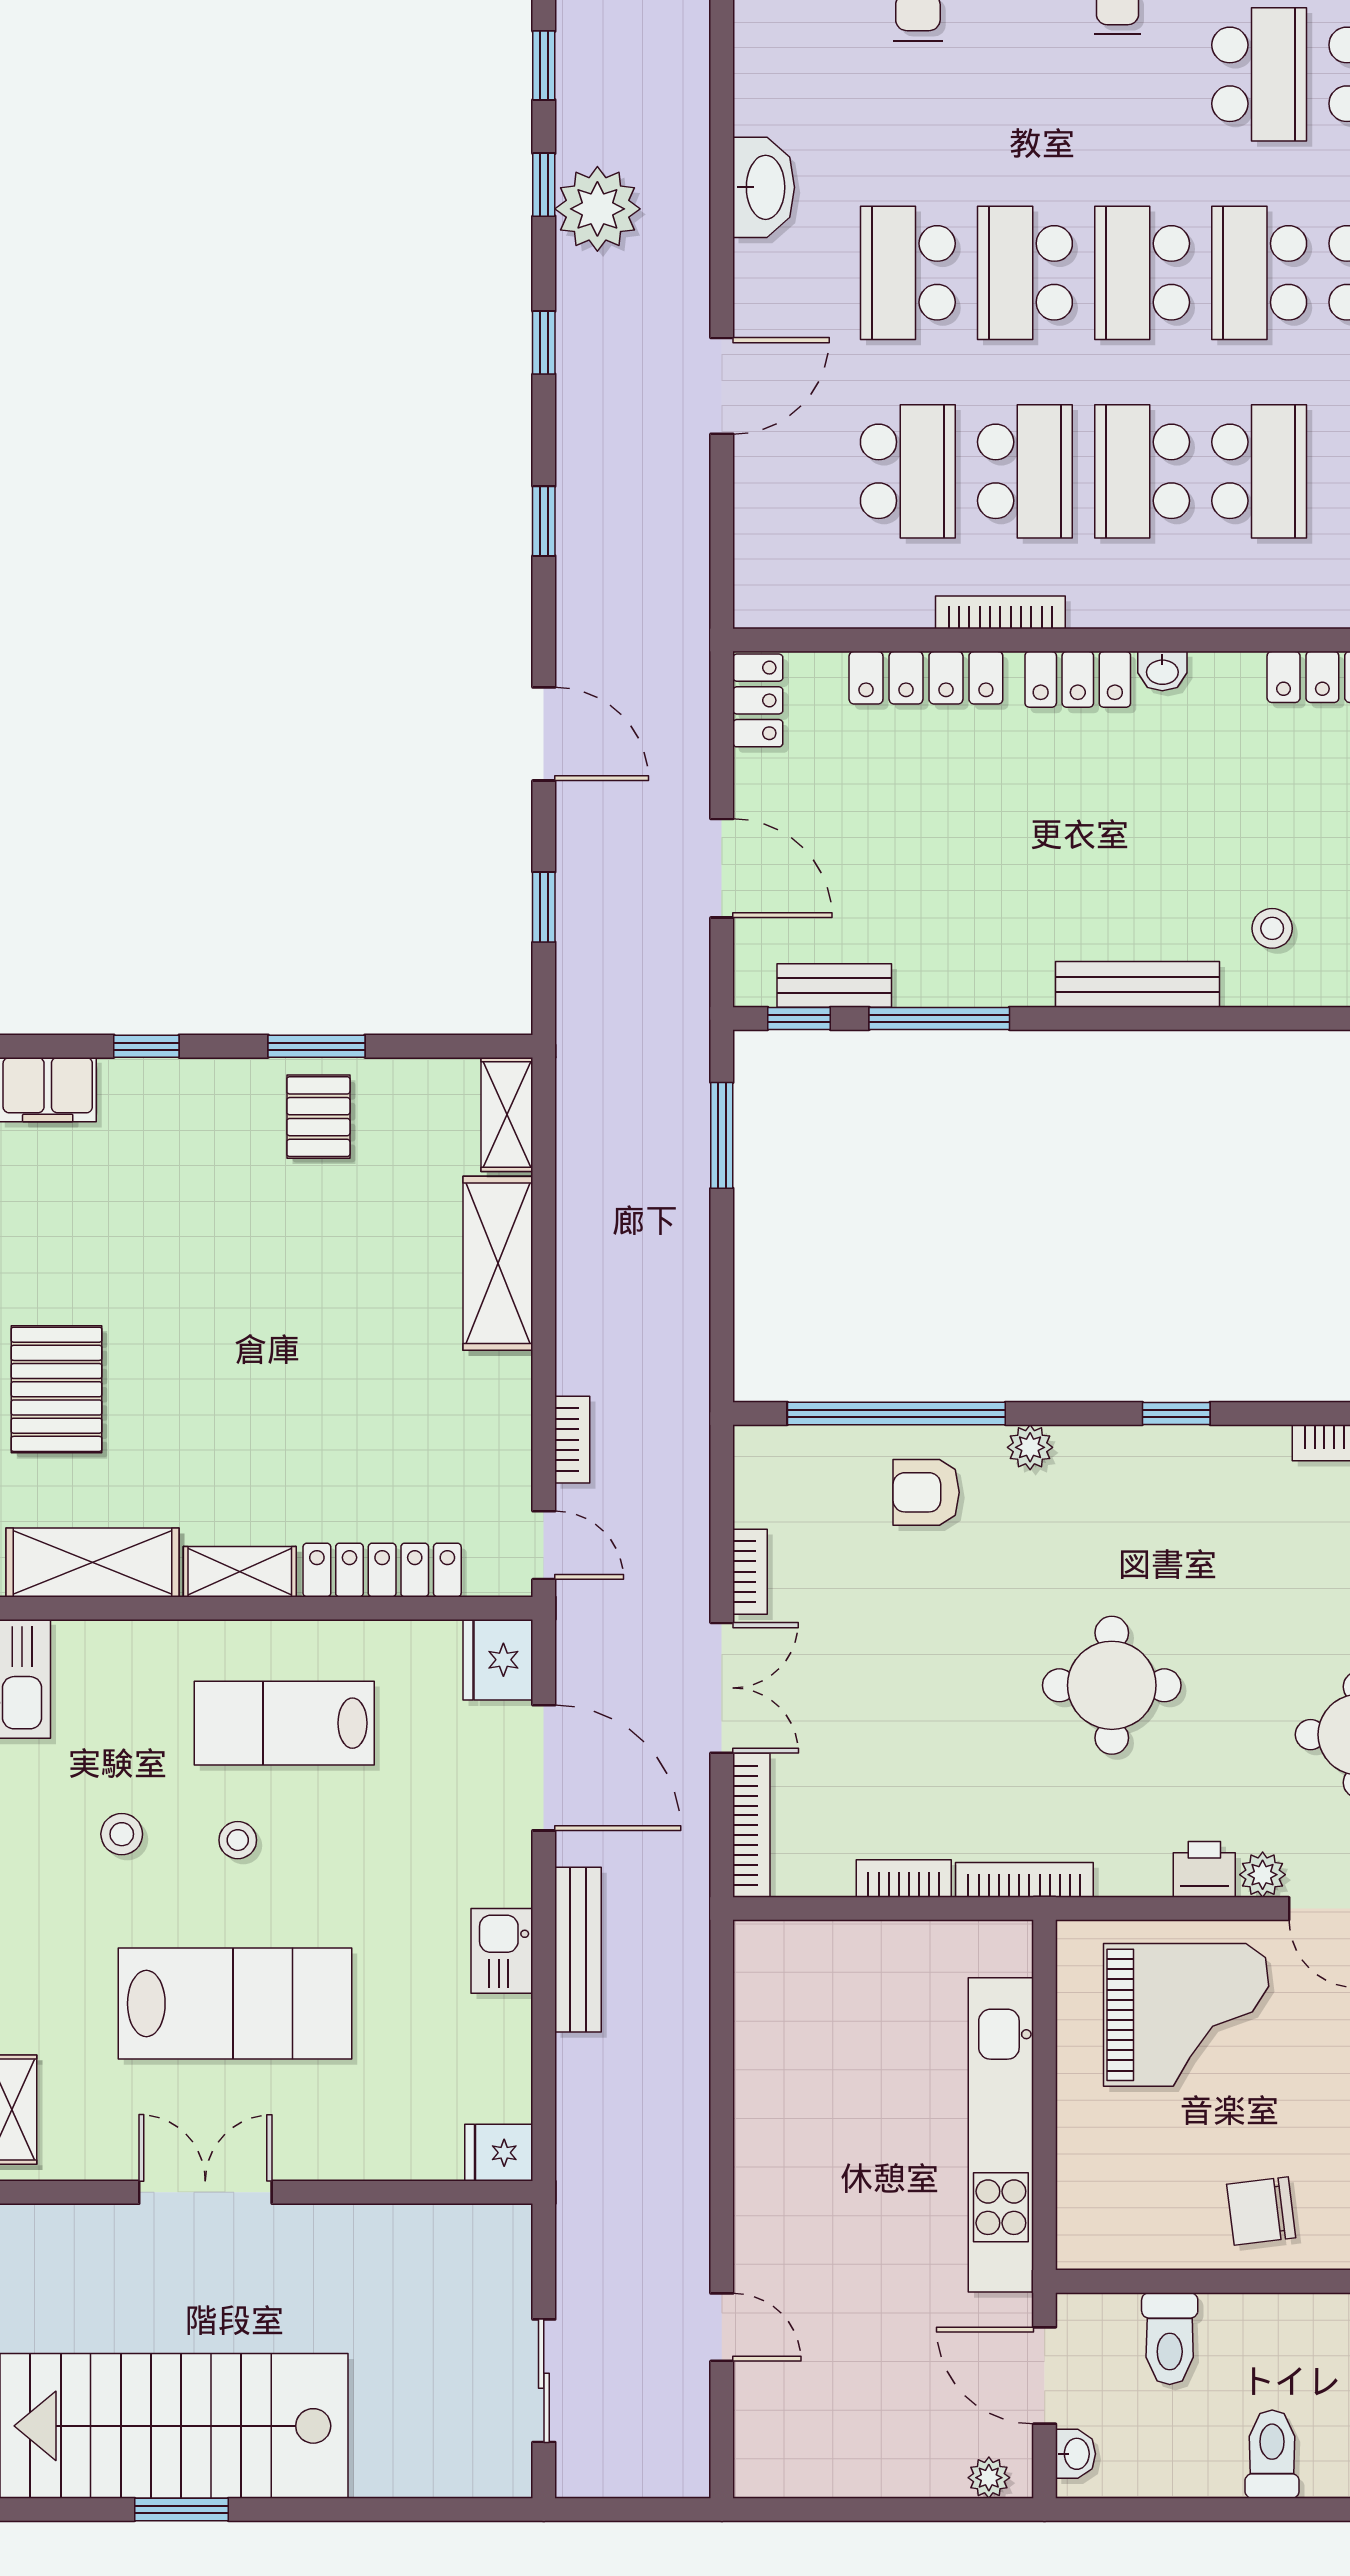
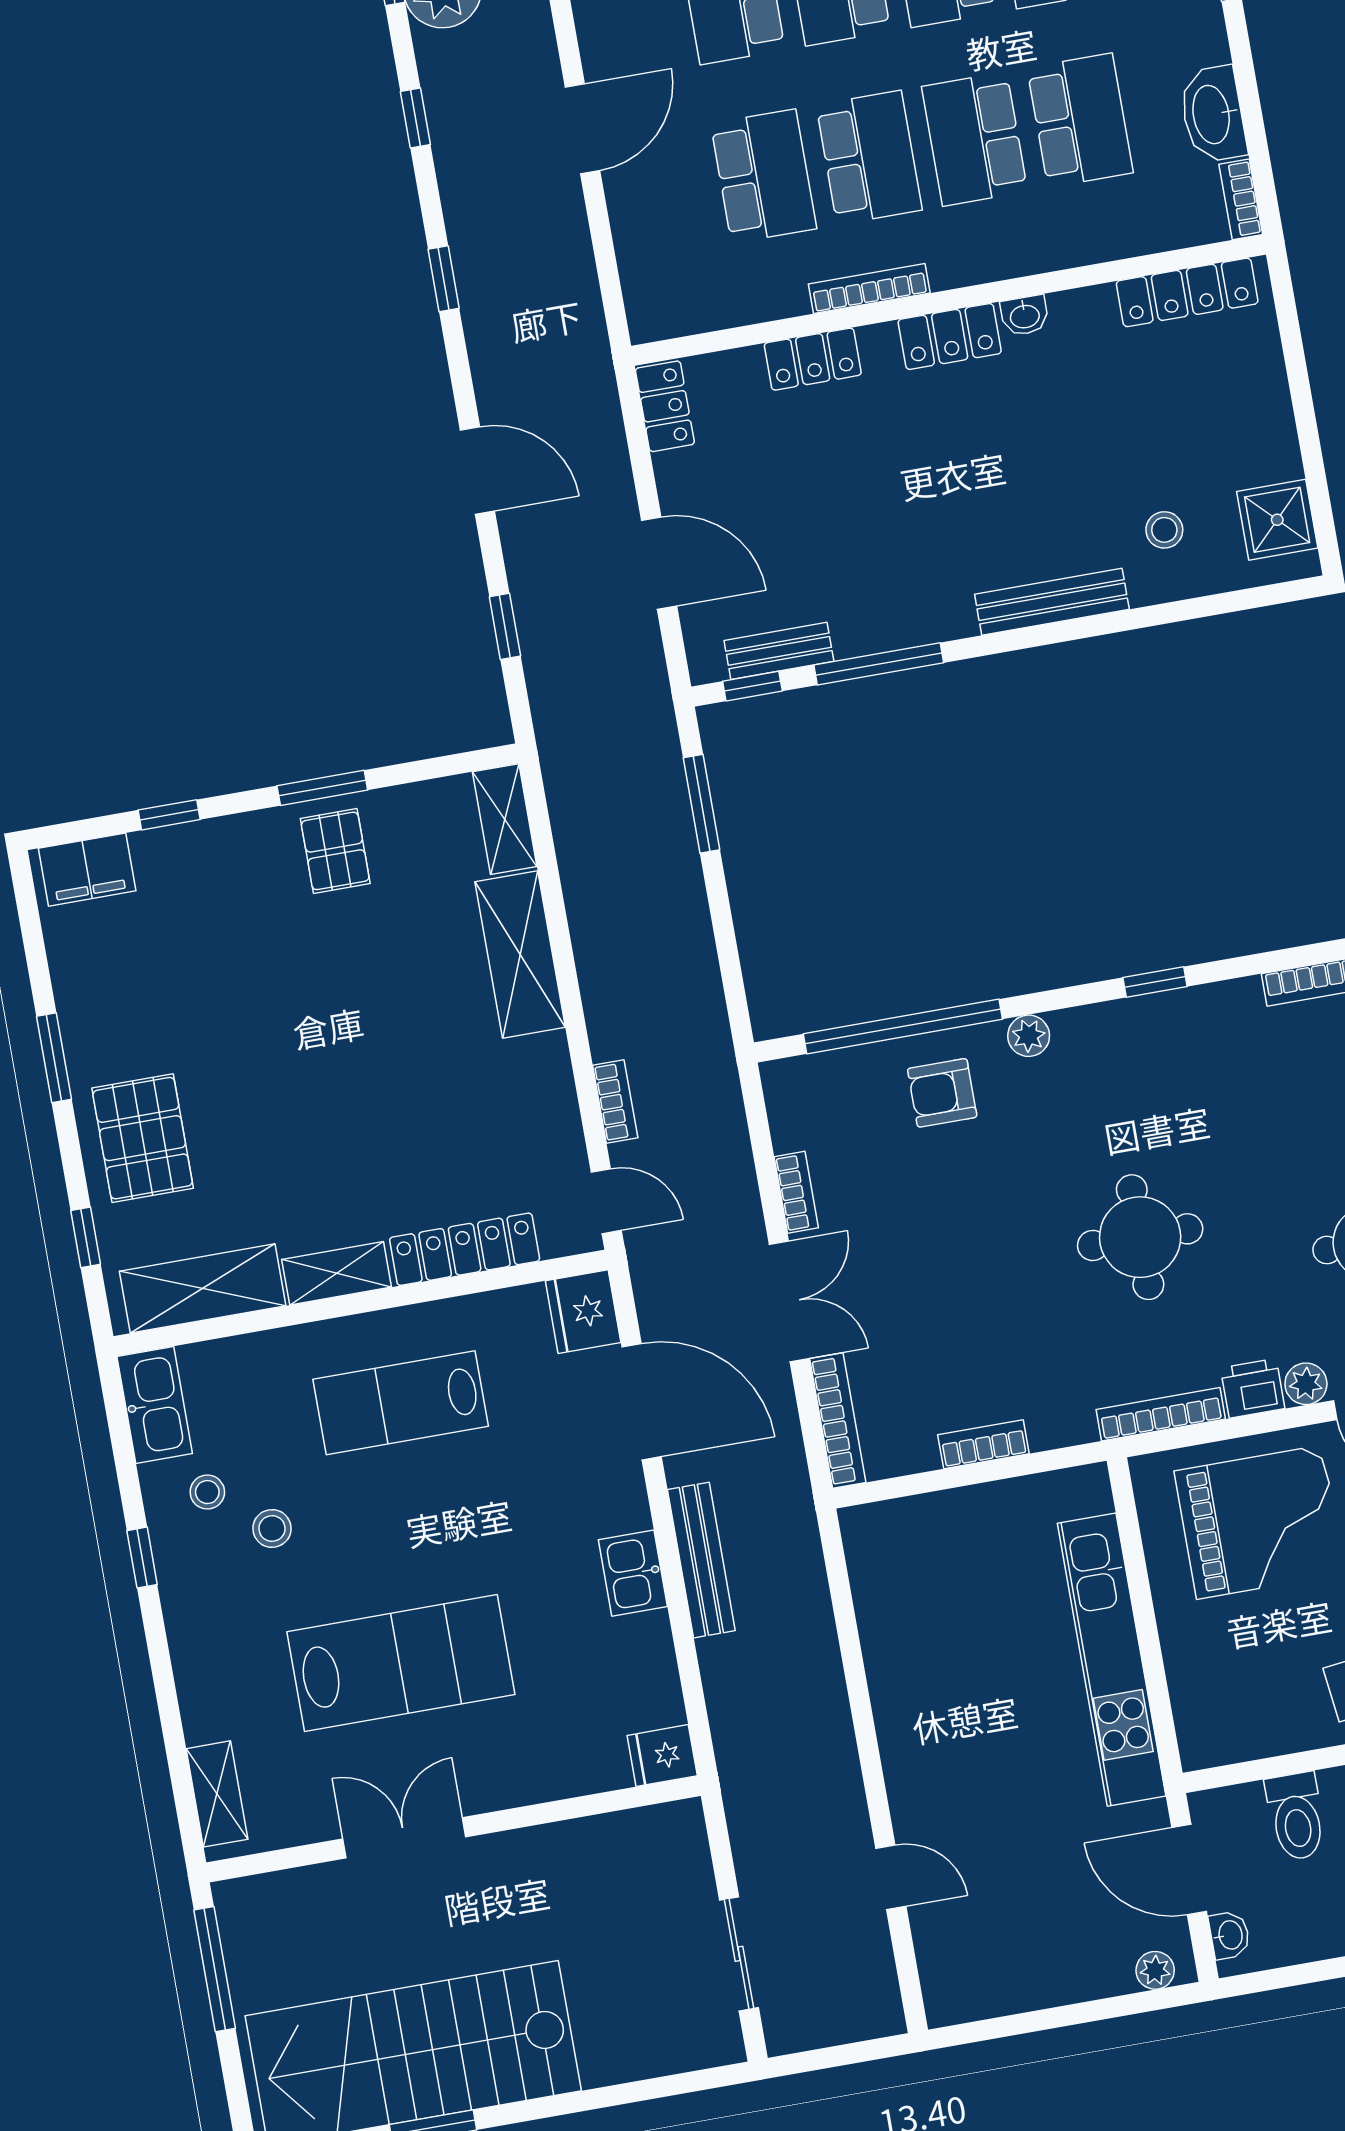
locker: (926, 678) -> (813, 359), width x0.66
stool: (238, 1840) -> (207, 1492), moved
bookcase: (1024, 1880) -> (1161, 1414), moved

